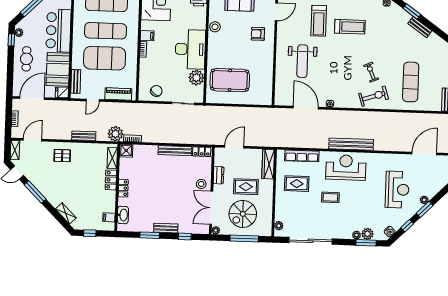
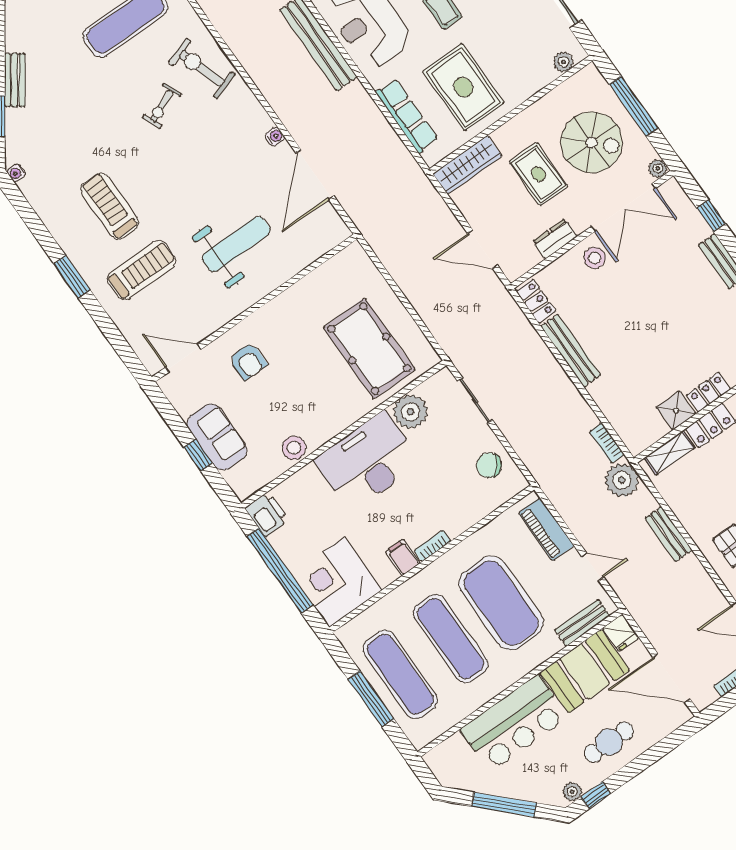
shower: (126, 151) -> (676, 411), moved
rug: (297, 184) -> (463, 87), width x1.36, depth x1.43

